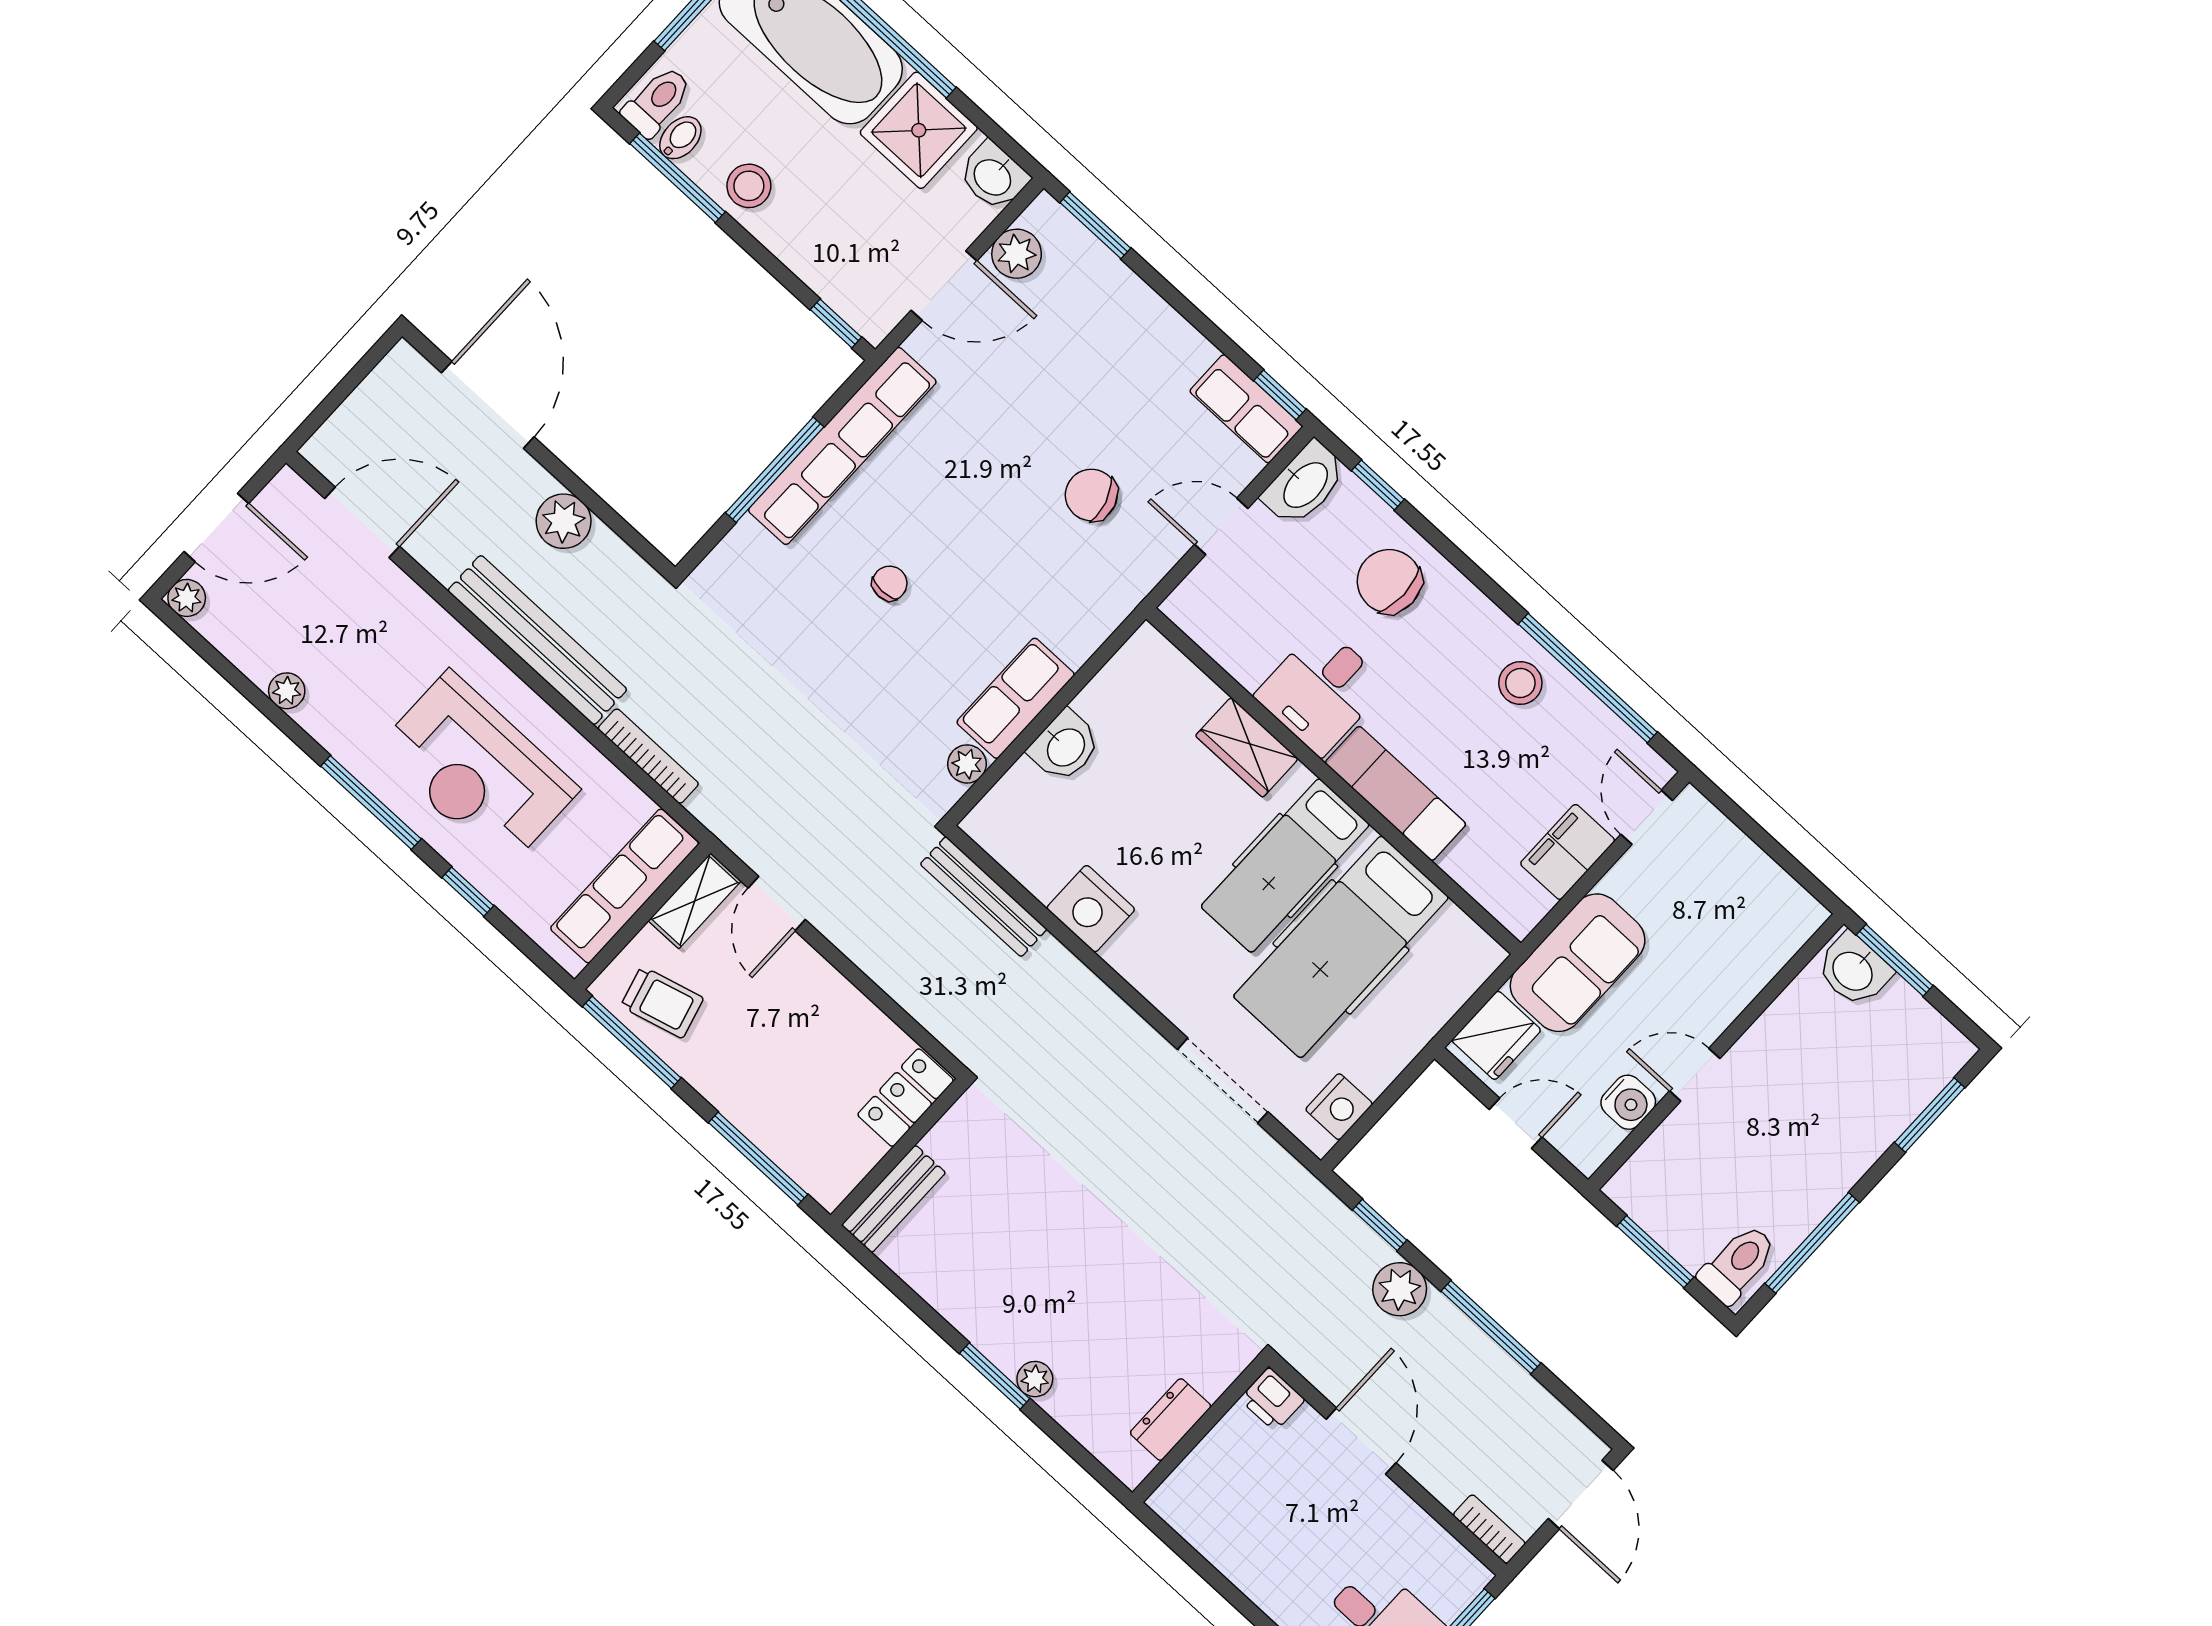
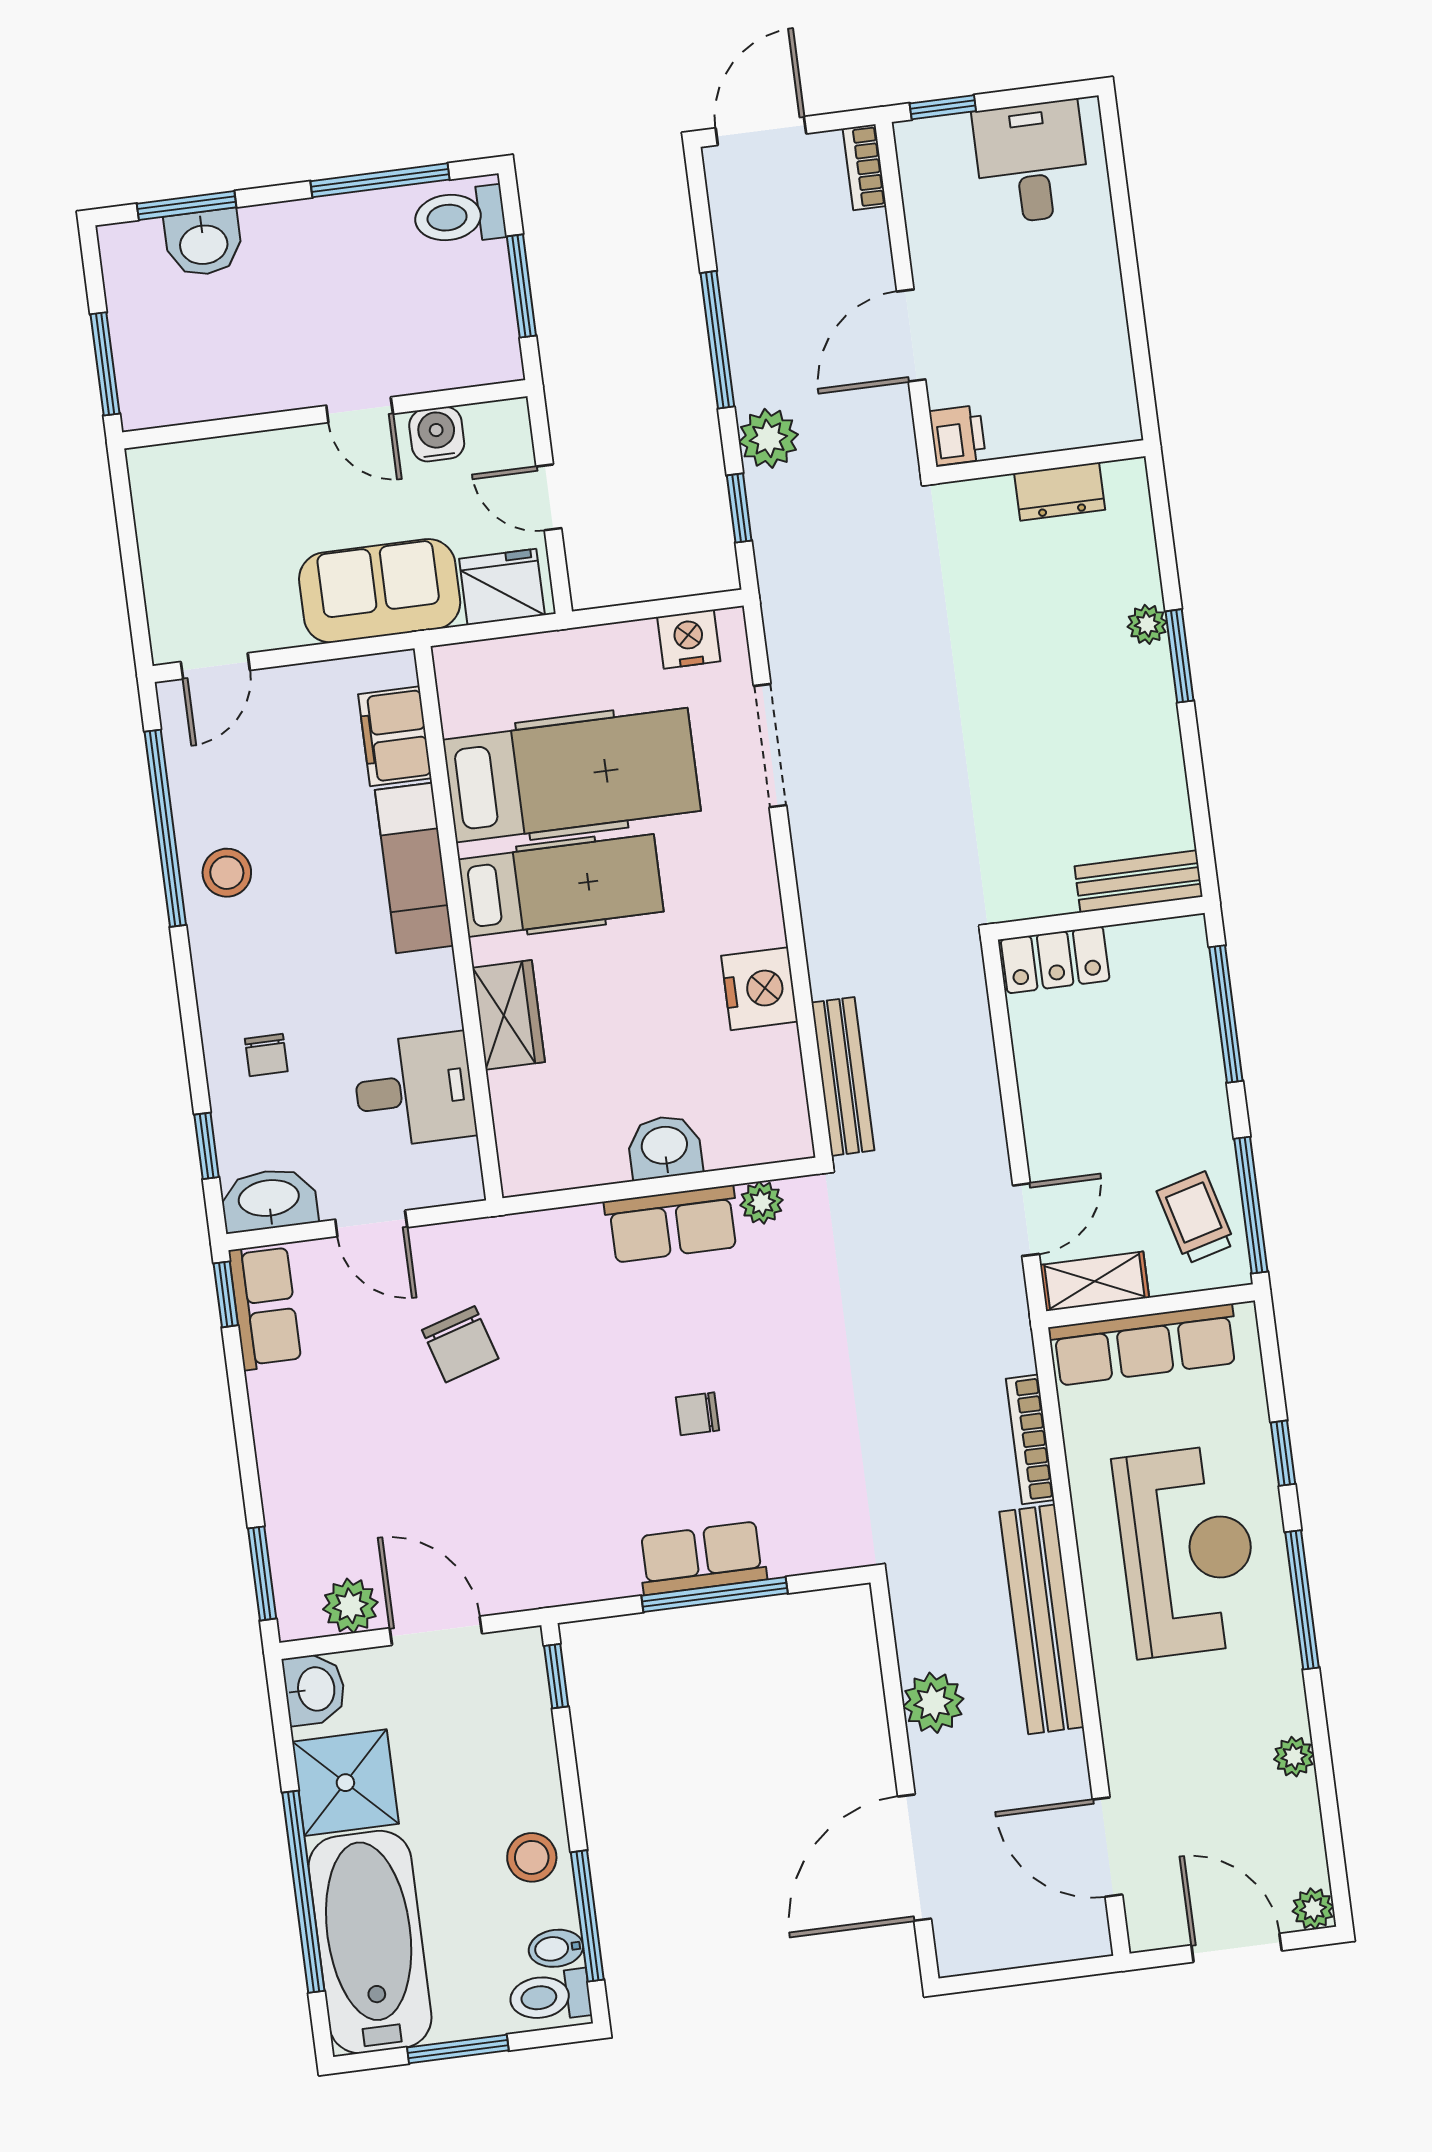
row of seats: (842, 446) -> (702, 1558), width x0.50
chair: (1389, 581) -> (266, 1055), width x0.54, depth x0.54
desk: (1321, 690) -> (414, 1090), moved
filing cabinet: (1568, 852) -> (395, 736), moved, turned 90
washbasin: (1854, 970) -> (204, 243), moved, turned 90

